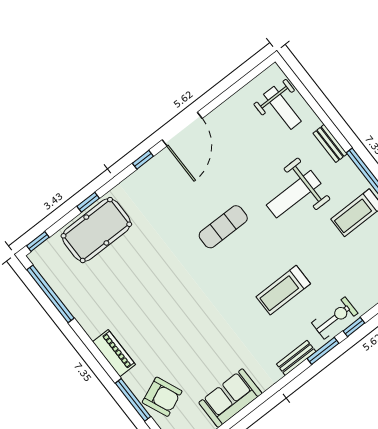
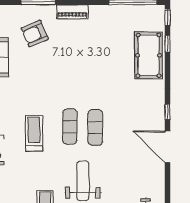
window: (88, 202) -> (167, 44), moved
exercise mat: (244, 256) -> (70, 127), added
armchair: (162, 397) -> (35, 34), moved

